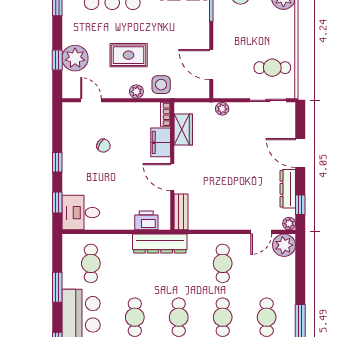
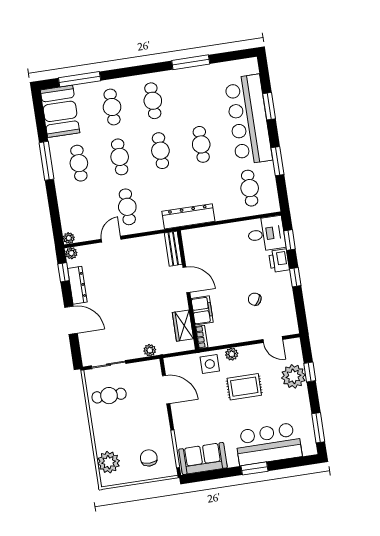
printer: (146, 220) -> (279, 261), moved, turned 90
door: (261, 232) -> (111, 239), moved
plant: (284, 245) -> (69, 238), width x0.53, depth x0.53

